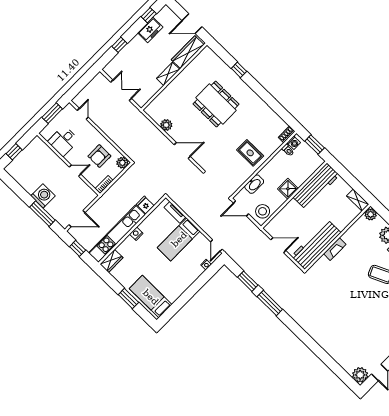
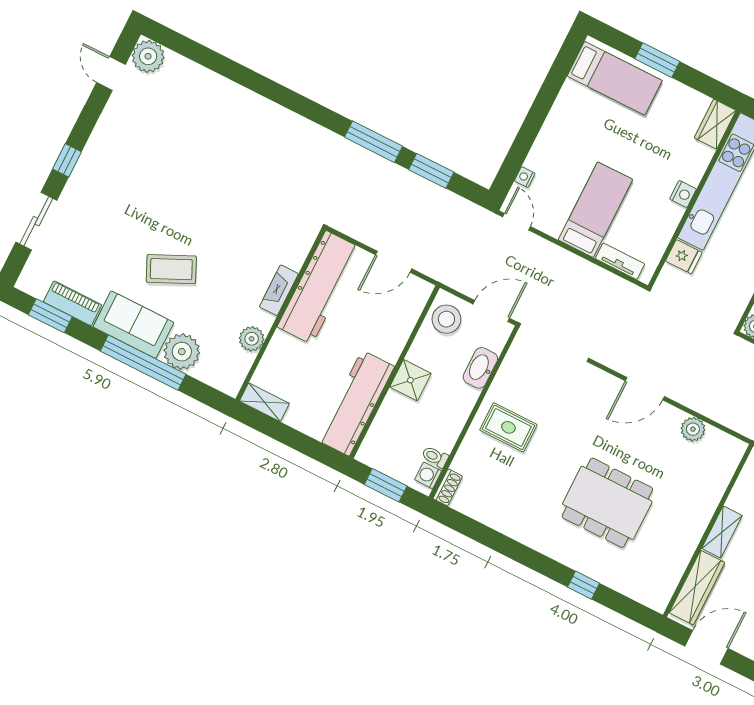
plant: (371, 214) -> (252, 339), moved

